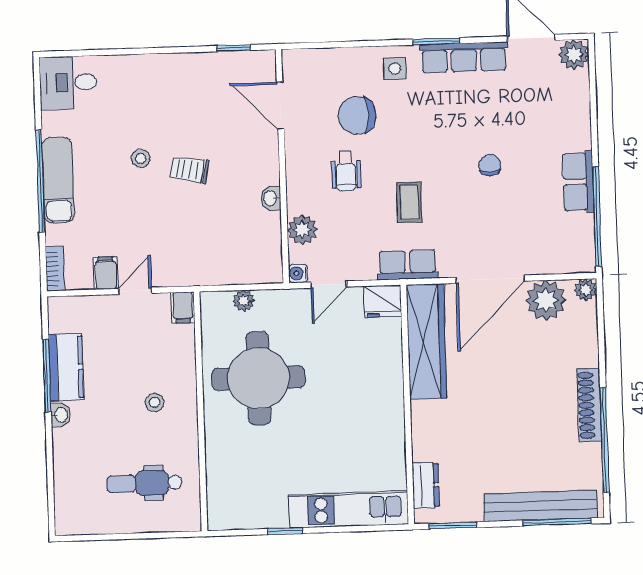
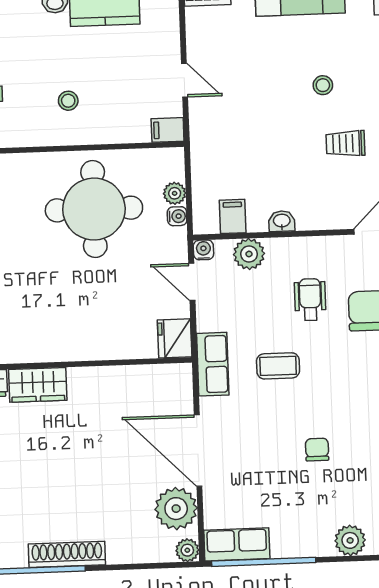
plant: (577, 134) -> (350, 540), added
chair: (490, 165) -> (317, 450), turned -90
trolley: (189, 170) -> (345, 143), moved, turned -100
wheelchair: (346, 171) -> (310, 299), turned 90
row of seats: (578, 182) -> (237, 544), moved
filing cabinet: (106, 273) -> (233, 216), moved, turned -90
water cooler: (266, 299) -> (177, 216), added
wardrobe: (426, 341) -> (38, 385), moved, width x0.48, depth x0.85

